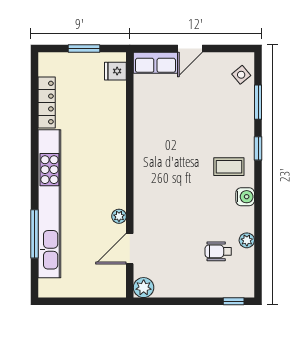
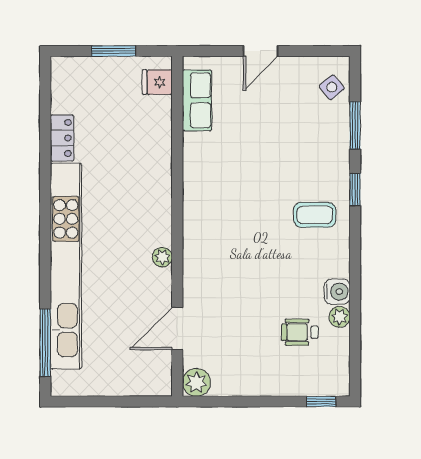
row of seats: (155, 63) -> (197, 100), moved, turned -90
locker: (47, 103) -> (62, 138), width x0.66
water cooler: (245, 197) -> (337, 292), moved
plant: (119, 216) -> (162, 257), moved
window: (35, 234) -> (45, 343), moved

